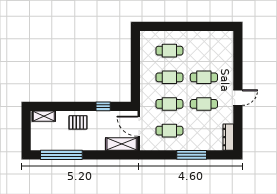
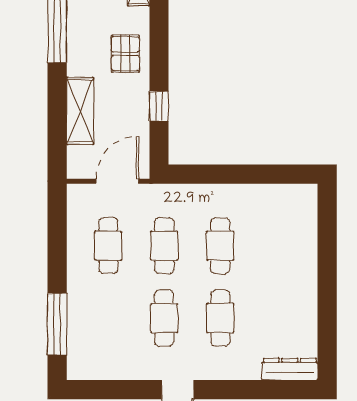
cafe table: (169, 51) -> (276, 246), removed
dresser: (228, 137) -> (290, 369), moved
shelving: (122, 144) -> (80, 111), moved
window: (192, 155) -> (57, 324), moved

